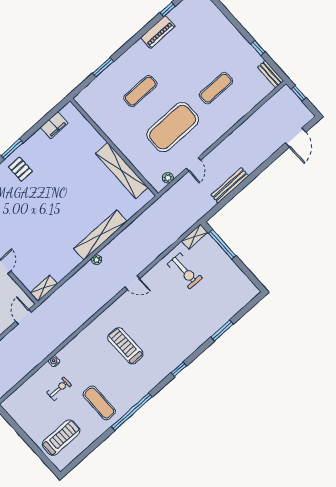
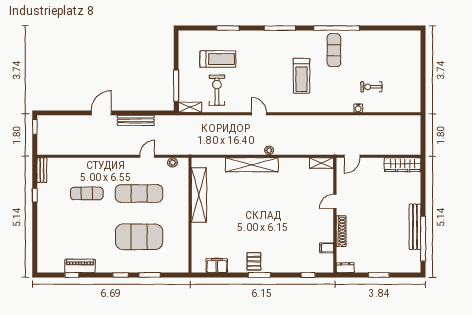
piano: (158, 32) -> (80, 266), moved
window: (127, 46) -> (121, 275), added
exercise mat: (140, 91) -> (139, 237), width x2.00, depth x1.45
window: (298, 93) -> (35, 127), moved
exercise mat: (173, 127) -> (139, 193), width x0.68
door: (296, 137) -> (101, 113), moved
pallet: (20, 169) -> (254, 261), moved
window: (179, 369) -> (280, 28), width x2.17
exercise mat: (99, 403) -> (334, 50), moved
treadmill: (61, 438) -> (218, 59), moved, turned 180

